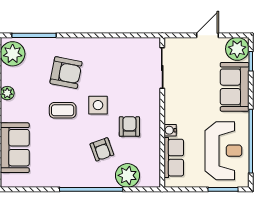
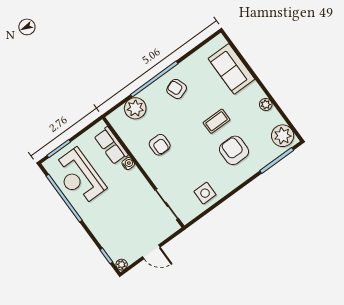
door: (208, 35) -> (151, 252), hinge flipped
plant: (237, 49) -> (122, 265), width x0.53, depth x0.53
armchair: (66, 73) -> (234, 150), turned 79
sofa: (235, 87) -> (104, 229), removed
side table: (98, 105) -> (205, 193), moved
armchair: (102, 149) -> (177, 89), moved

